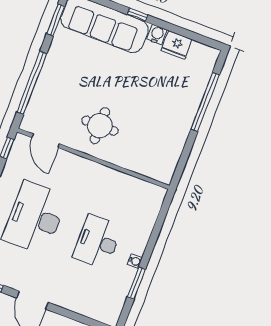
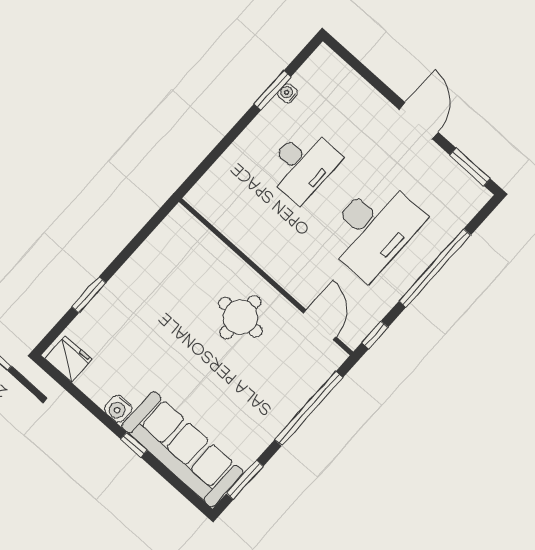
fridge: (177, 45) -> (69, 359), moved
window: (205, 102) -> (89, 295), width x0.47
water cooler: (135, 261) -> (288, 93), moved

